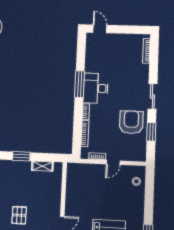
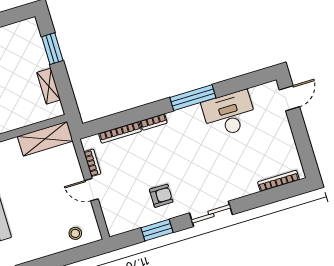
desk: (96, 88) -> (229, 114), moved
armchair: (131, 122) -> (161, 196), width x0.53, depth x0.53
shelving: (73, 179) -> (45, 139), added

